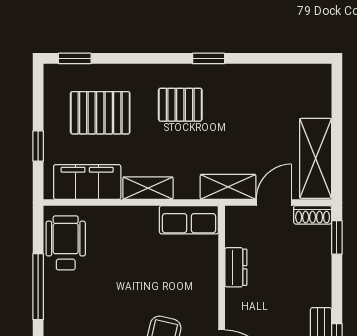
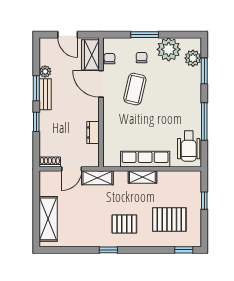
shelving: (316, 158) -> (48, 219), moved
filing cabinet: (87, 182) -> (177, 180), removed
row of seats: (189, 220) -> (145, 159), moved, width x1.48
window: (337, 237) -> (36, 122), moved

